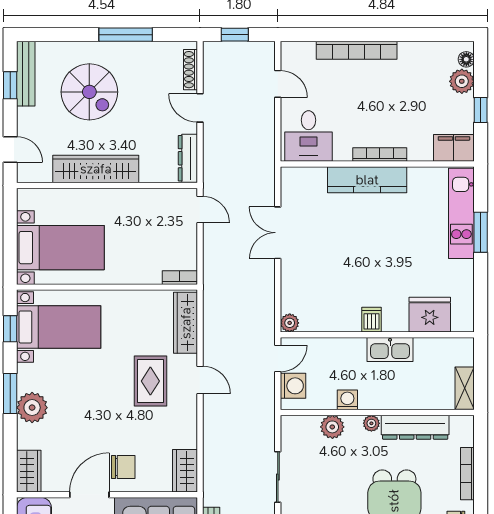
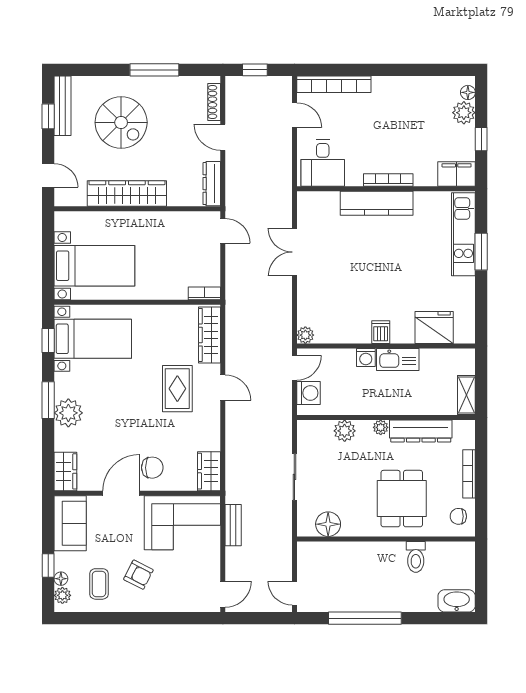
bookcase: (357, 50) -> (334, 84), moved
washing machine: (347, 400) -> (366, 358), moved, turned 180

